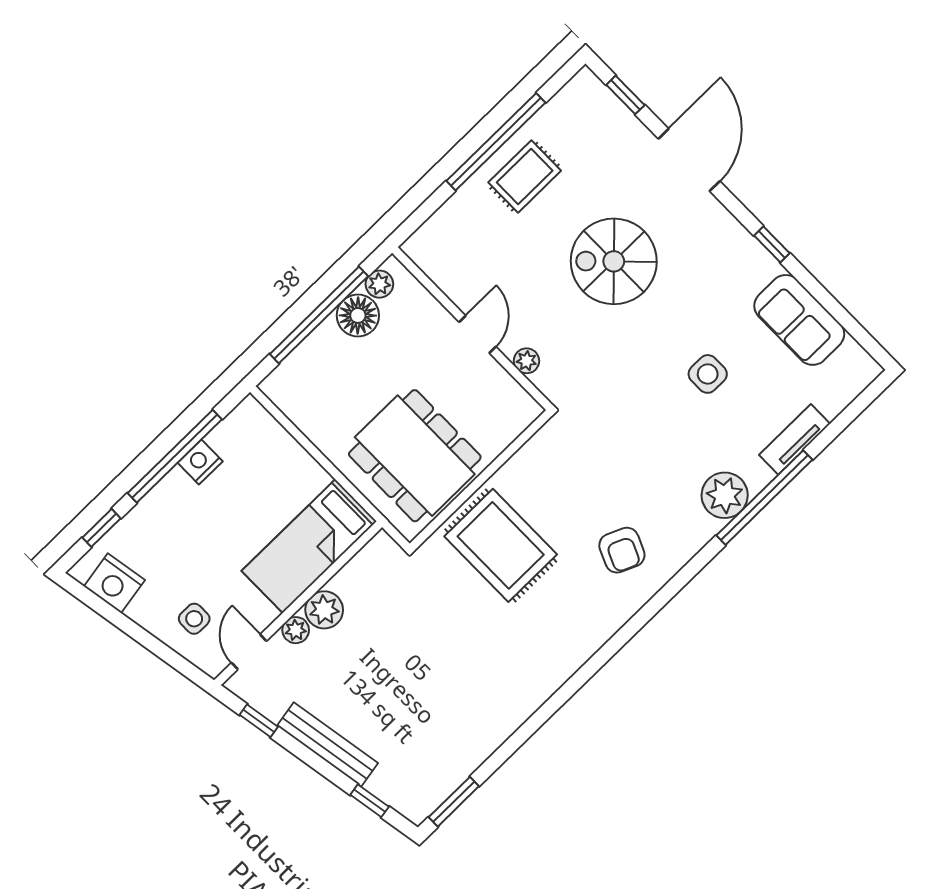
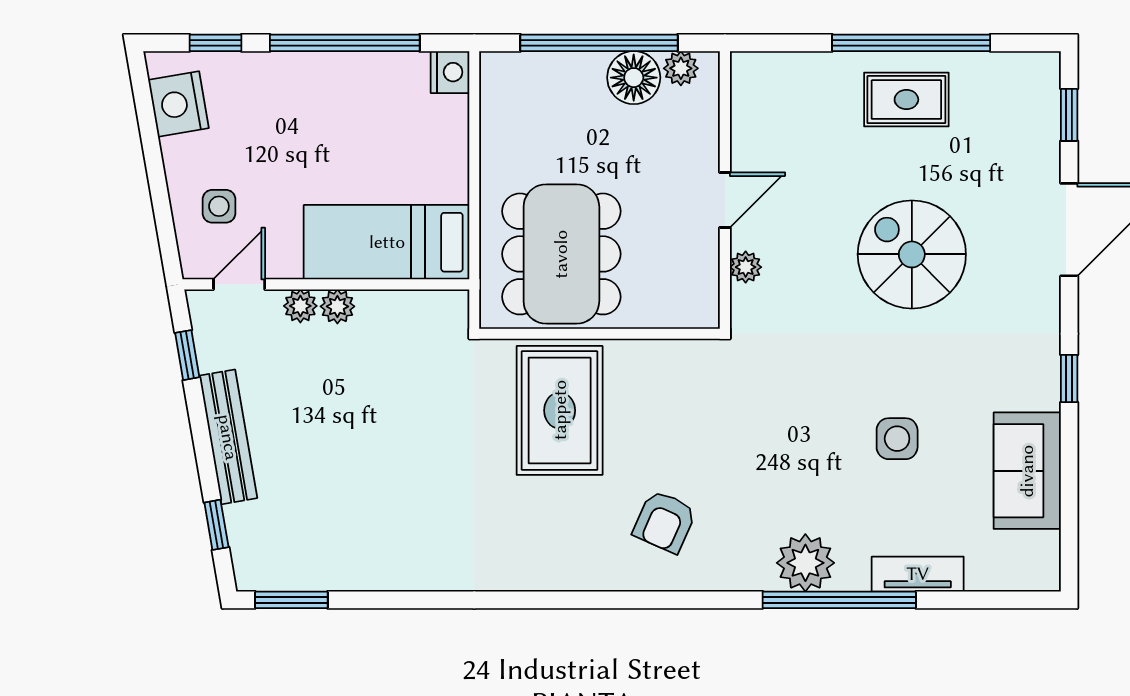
nightstand: (200, 462) -> (450, 72), moved, turned 90
plant: (324, 610) -> (337, 306), width x0.73, depth x0.73

